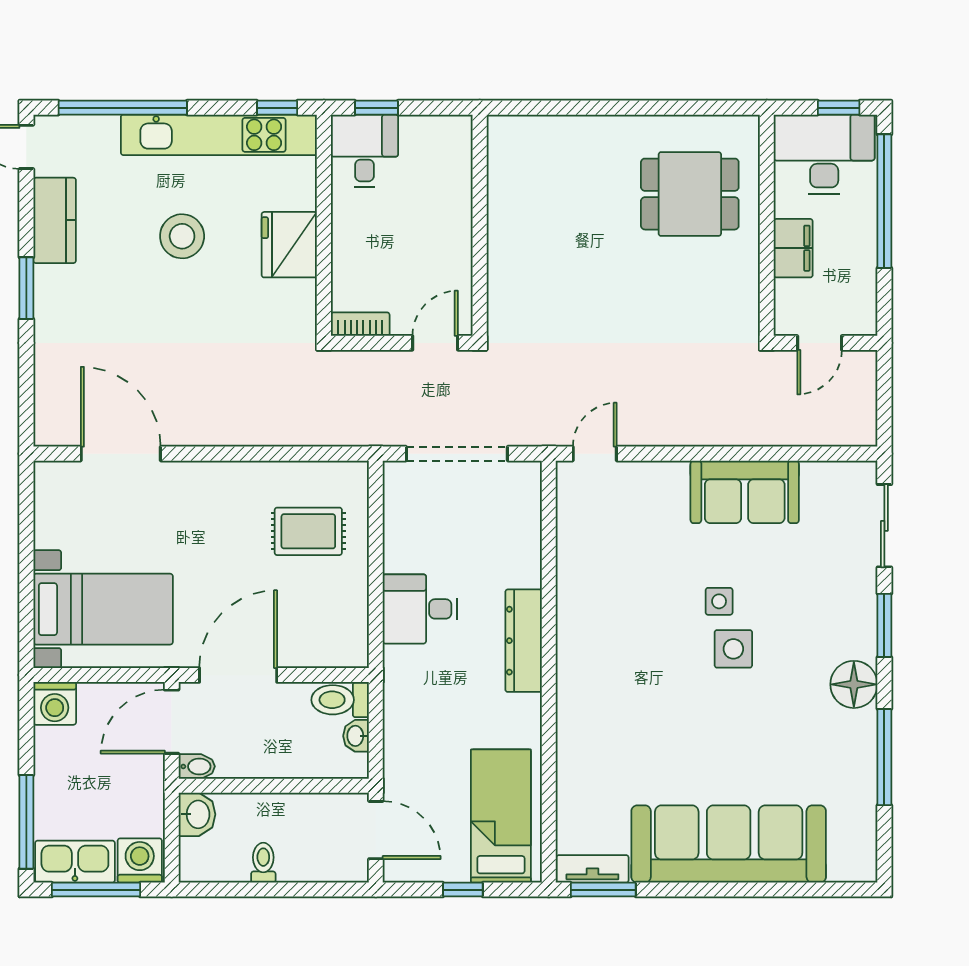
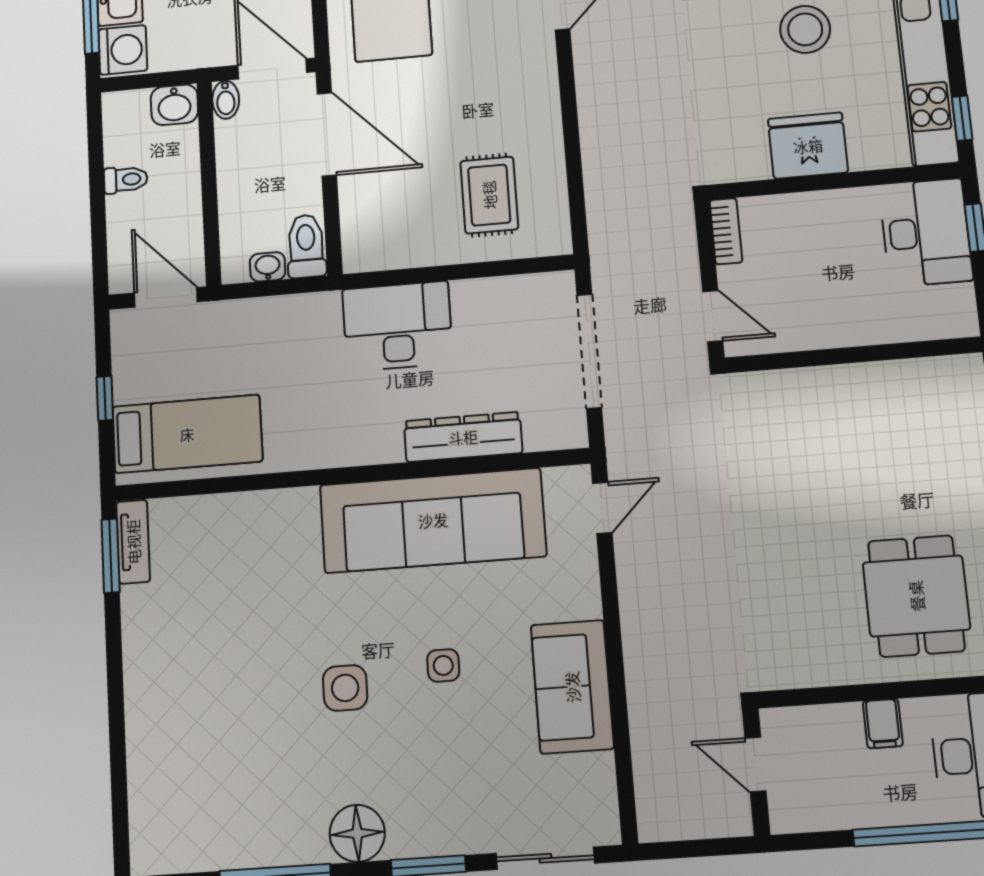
desk: (364, 151) -> (926, 233), width x1.37
filing cabinet: (793, 248) -> (883, 724), width x0.50
door: (595, 454) -> (602, 508), hinge flipped
desk: (420, 609) -> (397, 326), width x1.37
dresser: (524, 641) -> (463, 437), moved
side table: (733, 649) -> (345, 688), moved
door: (376, 830) -> (166, 297), swing flipped
sofa: (729, 844) -> (433, 520), moved, turned 90

